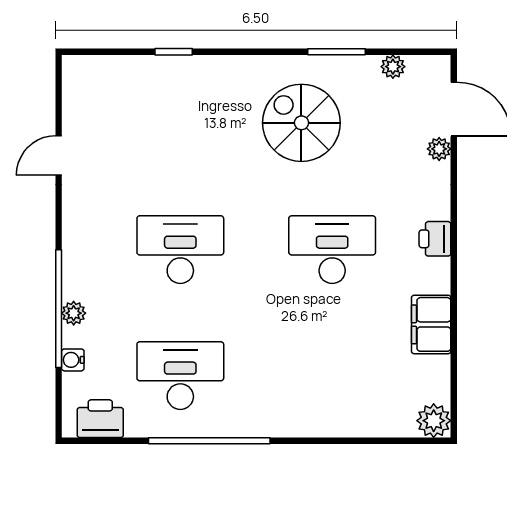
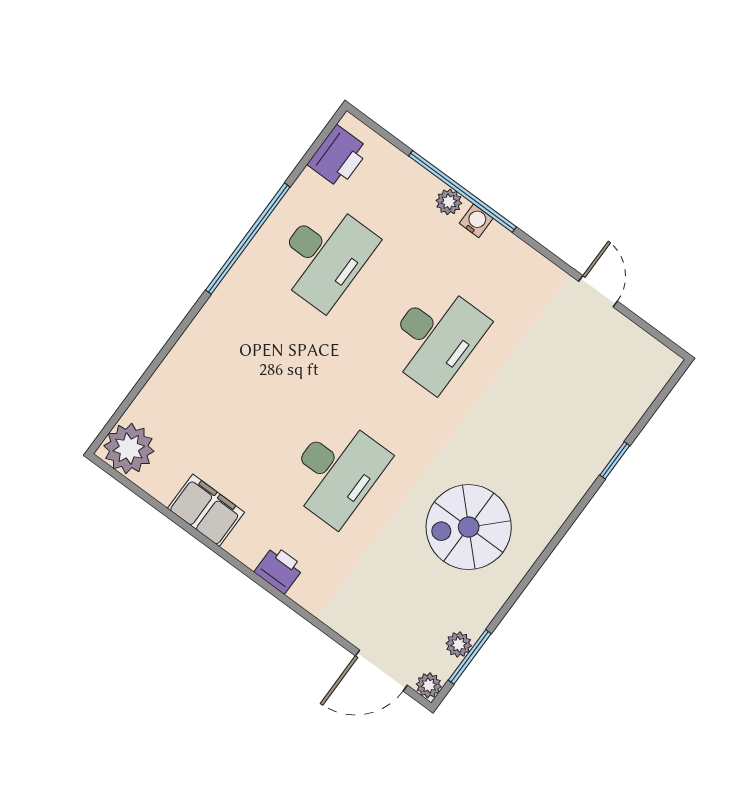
window: (337, 52) -> (470, 657), moved
spiral stairs: (301, 123) -> (469, 527), turned 180
plant: (439, 149) -> (429, 685), moved
water cooler: (73, 360) -> (476, 221), moved
plant: (434, 421) -> (129, 448), width x1.36, depth x1.36

